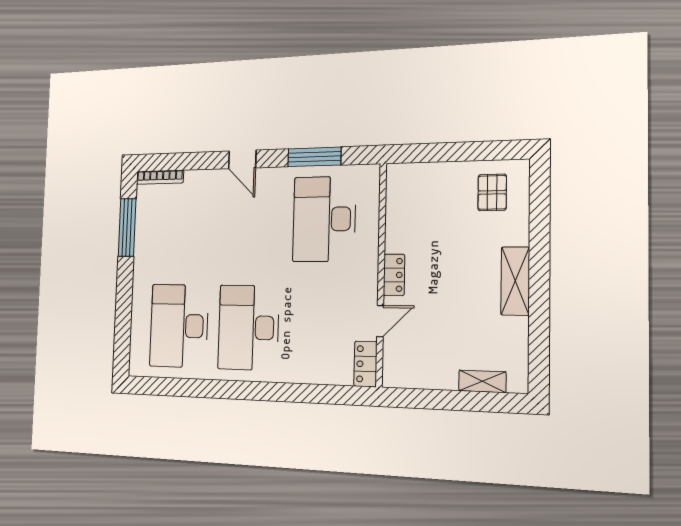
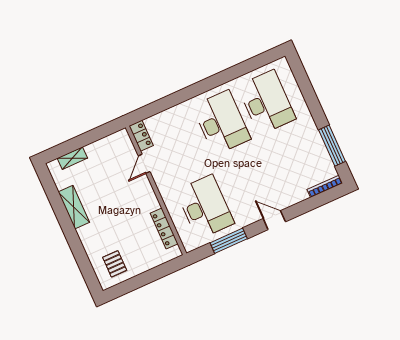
locker: (394, 275) -> (164, 228), moved, width x1.53
shelving: (515, 281) -> (74, 207), moved

